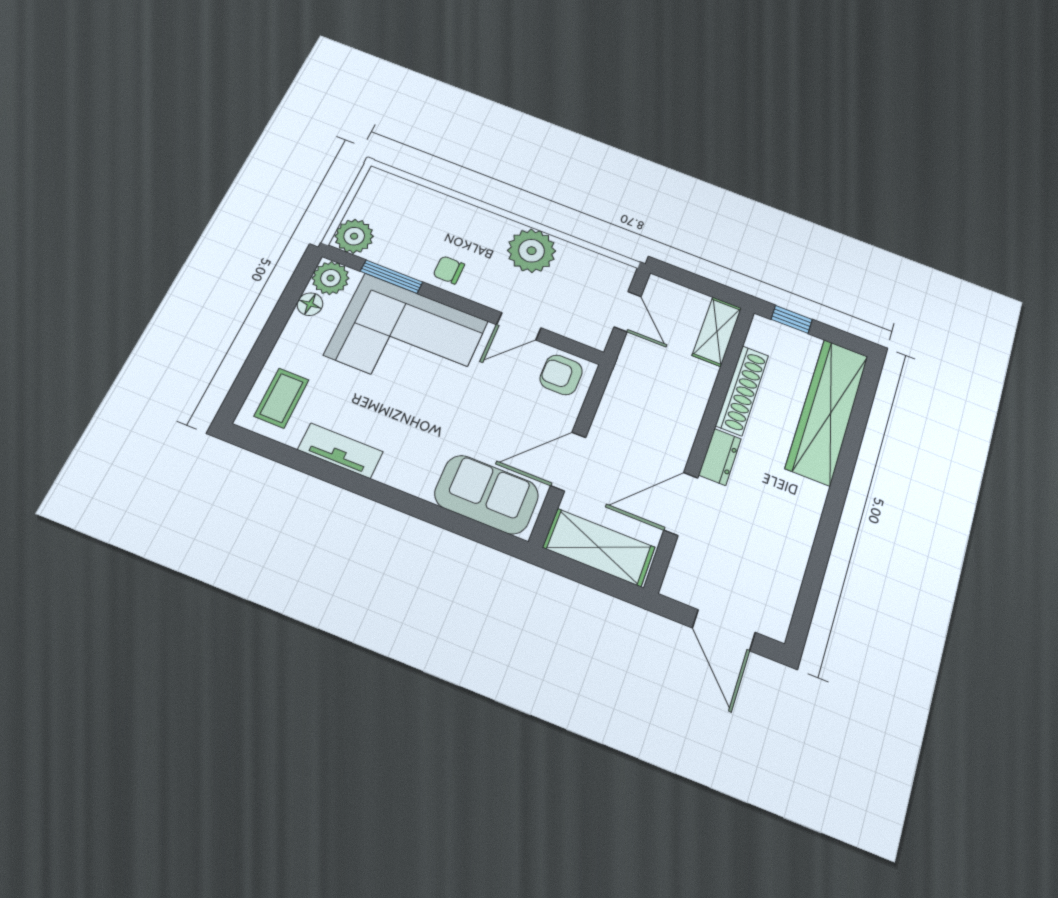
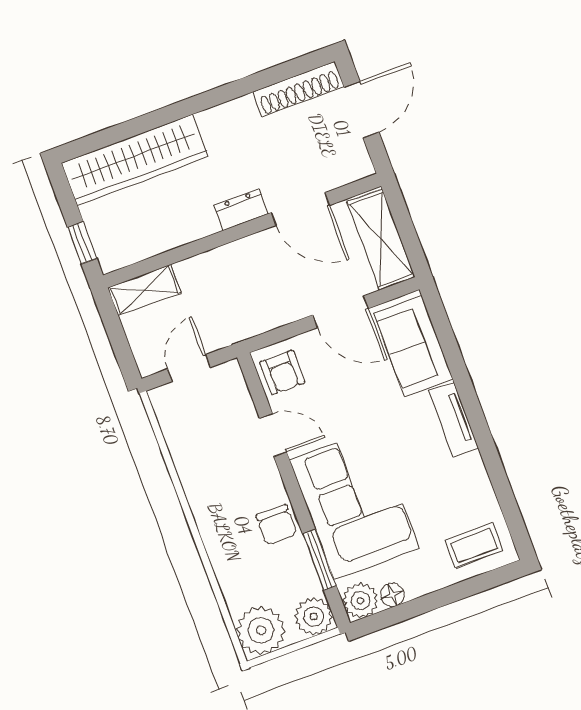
plant: (532, 251) -> (261, 630), moved
chair: (449, 270) -> (276, 525), width x1.37, depth x1.37
shoe rack: (742, 390) -> (298, 89), moved, turned 180
tv unit: (340, 451) -> (454, 419), moved

